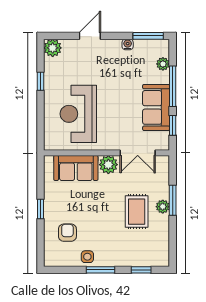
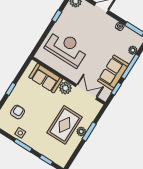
reception desk: (78, 114) -> (67, 48), turned 90
double door: (138, 153) -> (86, 92), swing flipped
rug: (137, 212) -> (65, 125), width x1.36, depth x1.43

